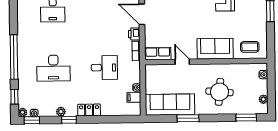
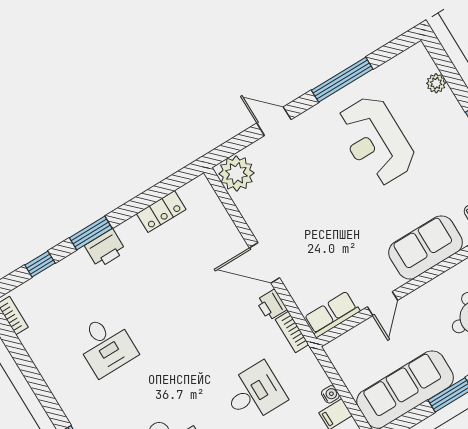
door: (182, 62) -> (383, 304), swing flipped

